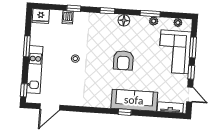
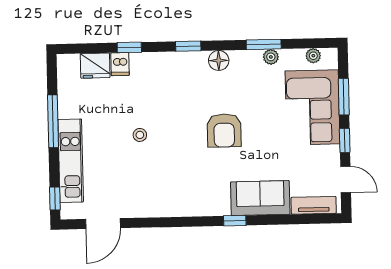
fridge: (41, 16) -> (95, 66), moved
window: (27, 46) -> (53, 121), width x1.44
sofa: (134, 100) -> (260, 198), width x0.73

